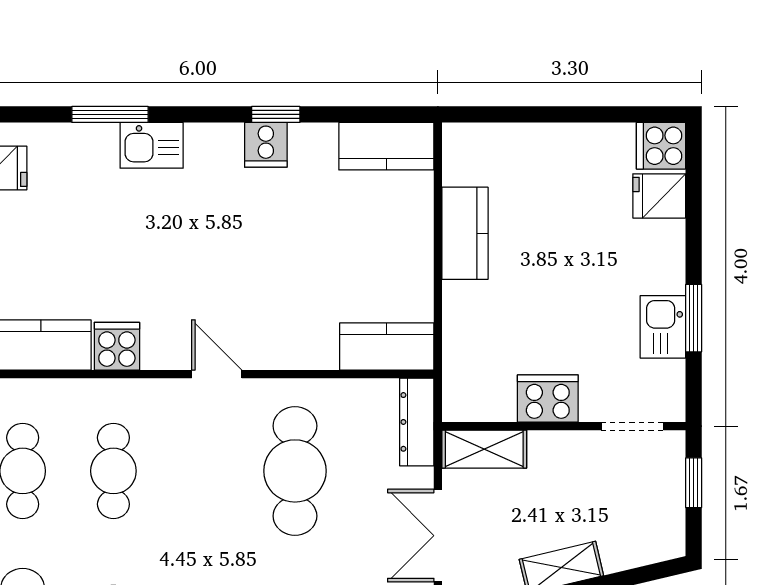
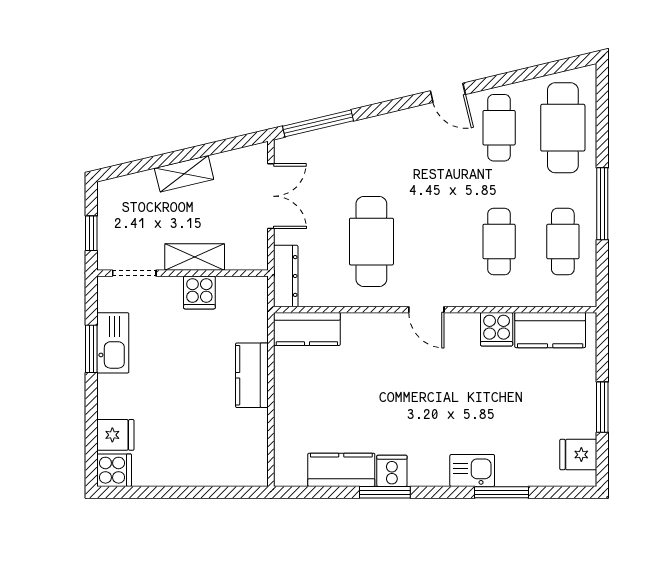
window: (276, 114) -> (385, 492), width x1.50
kitchen counter: (386, 146) -> (341, 470), moved
kitchen counter: (465, 233) -> (252, 375), moved
kitchen sink: (663, 327) -> (113, 343), width x1.38
cooker: (548, 399) -> (199, 292), width x0.73
shelving: (484, 449) -> (195, 257), moved

